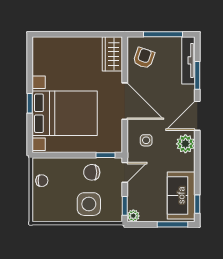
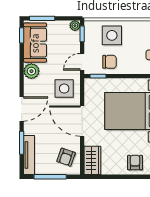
armchair: (61, 51) -> (135, 163), added
side table: (146, 140) -> (64, 89), width x1.87, depth x1.87
plant: (185, 144) -> (31, 71), moved

